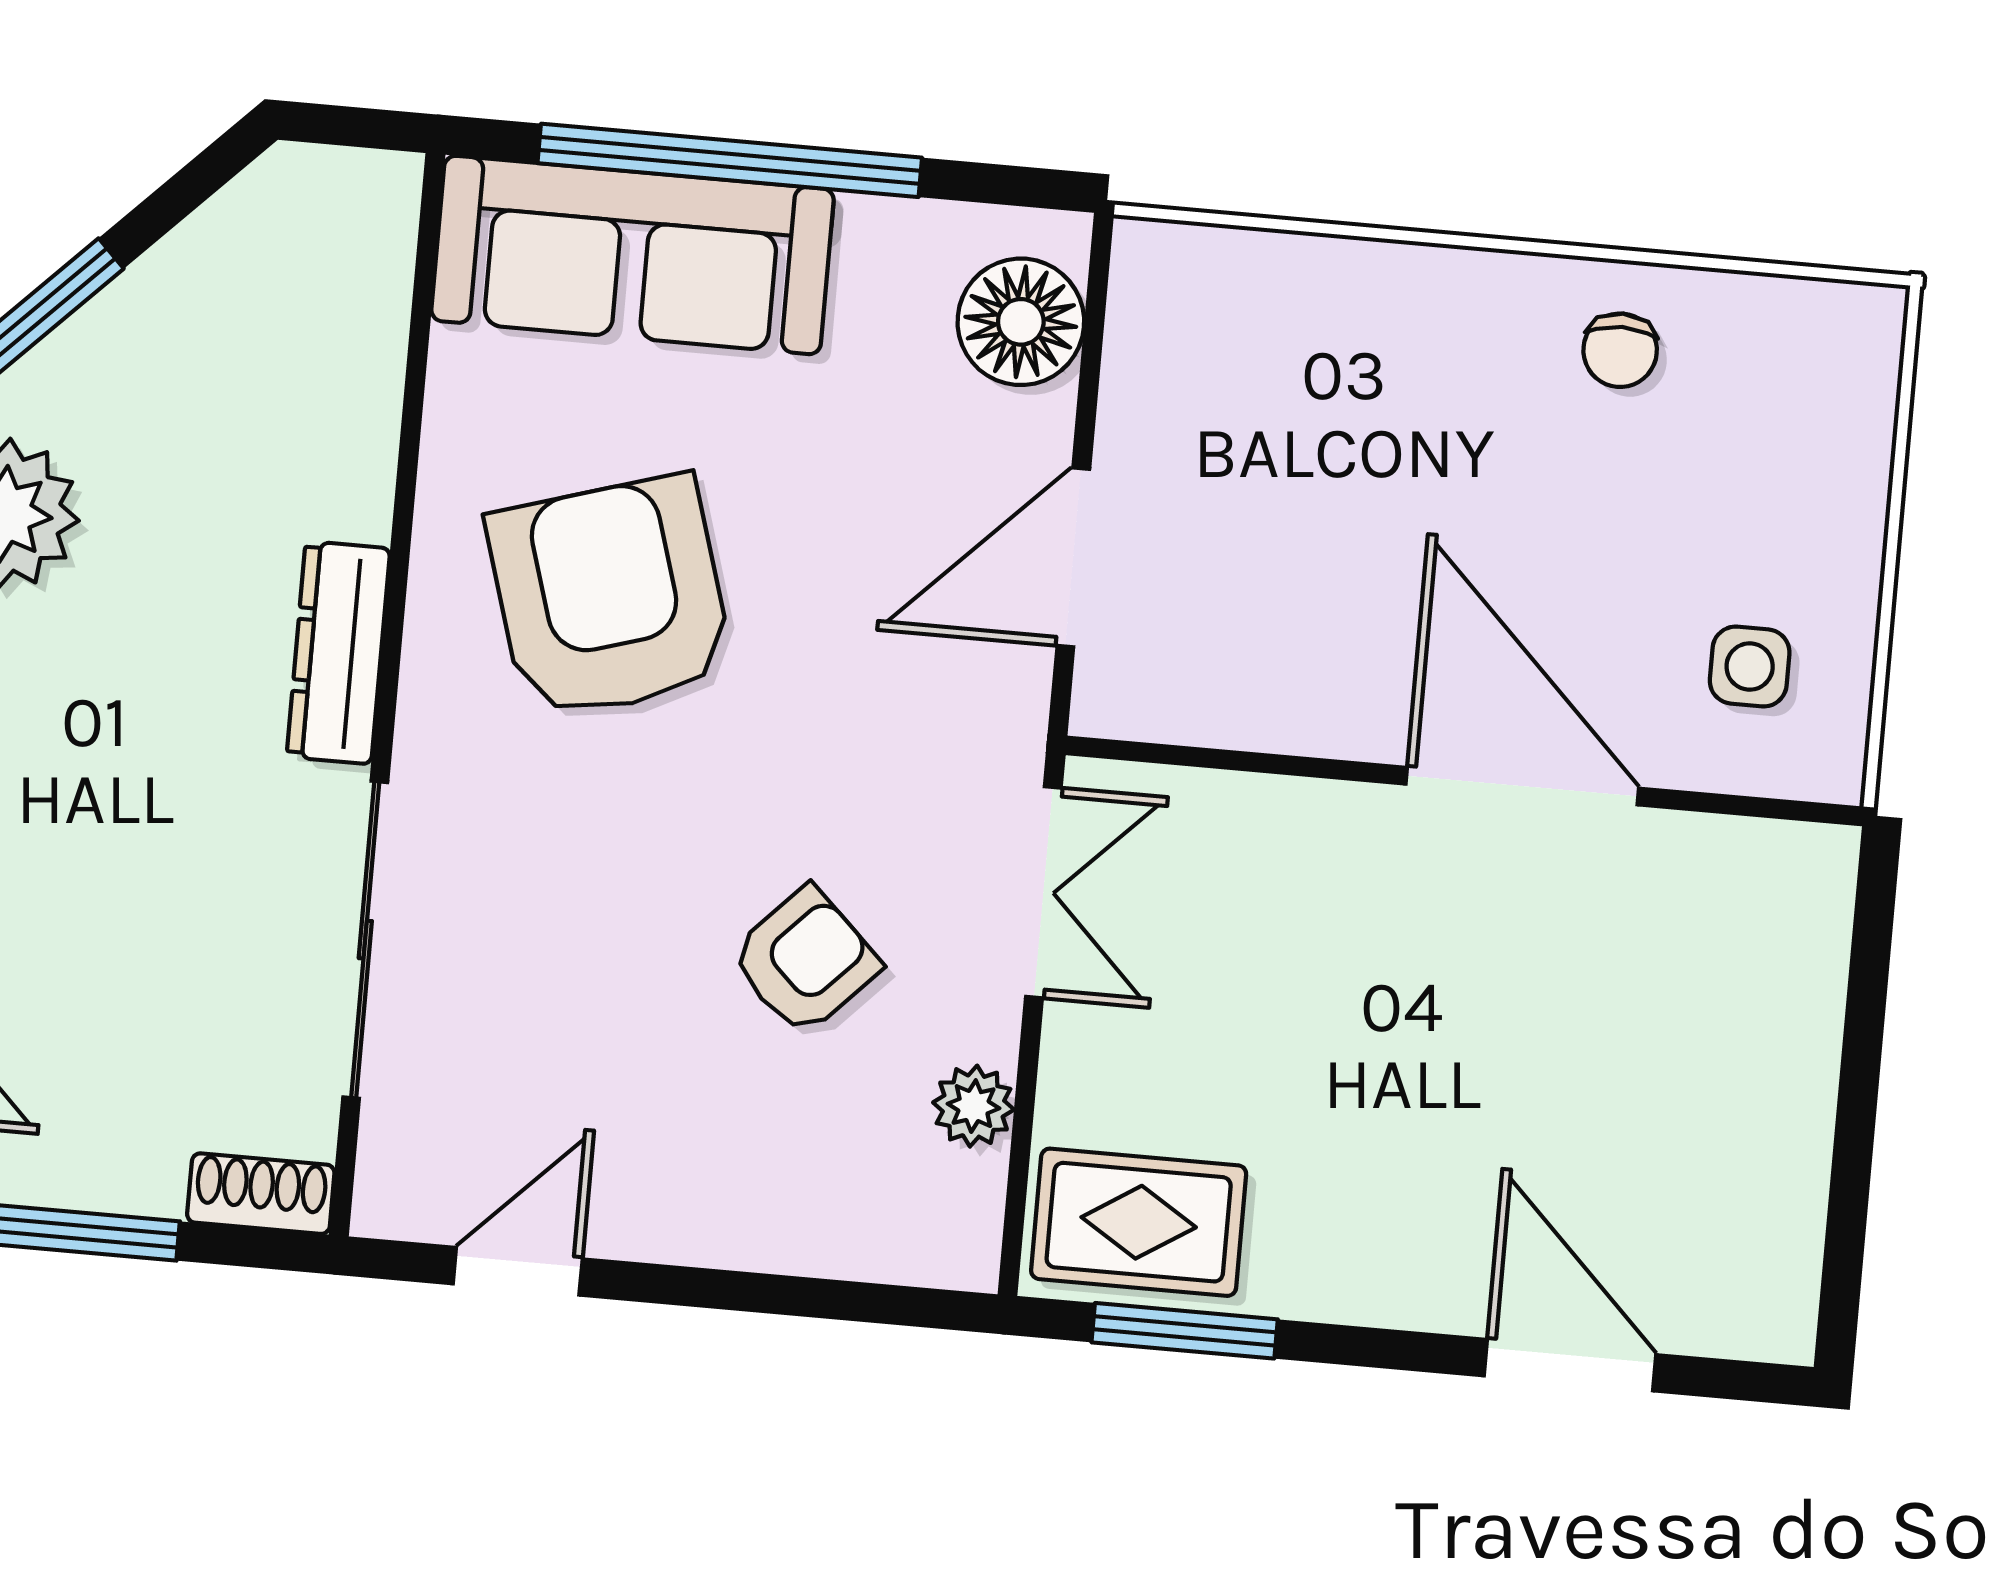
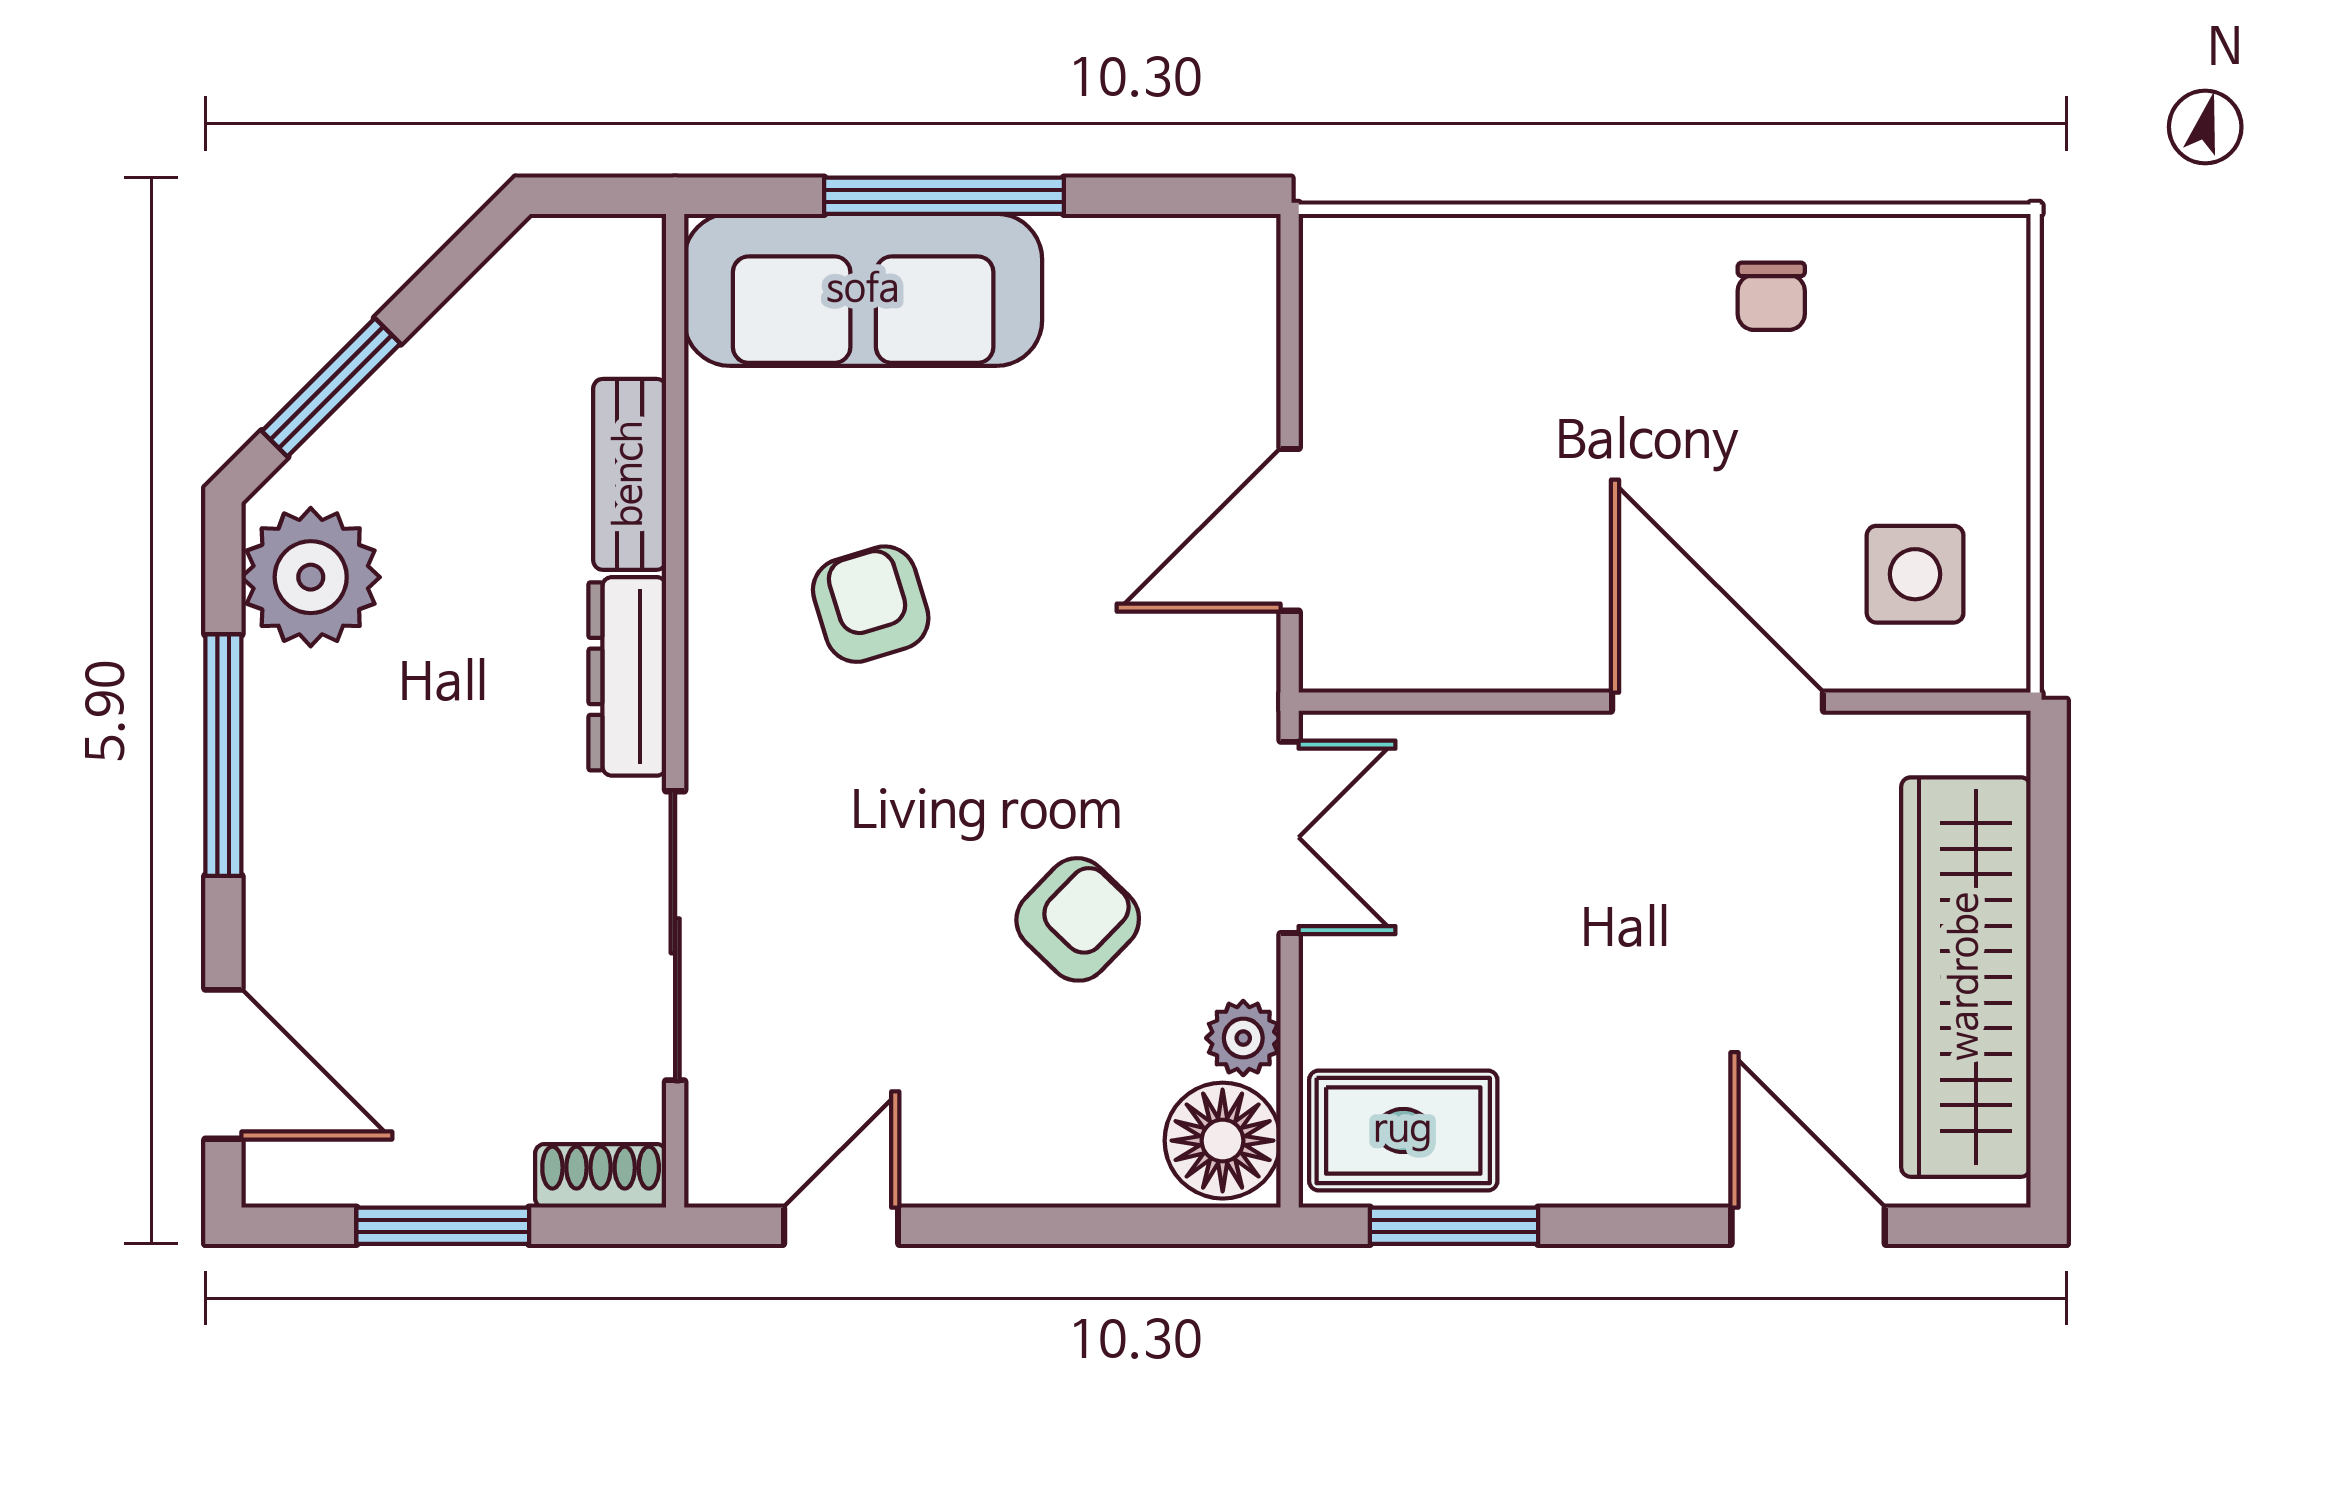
window: (730, 160) -> (944, 196), width x0.68
floor lamp: (1021, 322) -> (1223, 1141), moved
bench: (361, 433) -> (630, 474), added
armchair: (610, 598) -> (871, 604), width x0.53, depth x0.53
side table: (1750, 667) -> (1915, 574), width x1.37, depth x1.37
wardrobe: (1766, 1110) -> (1966, 977), added

